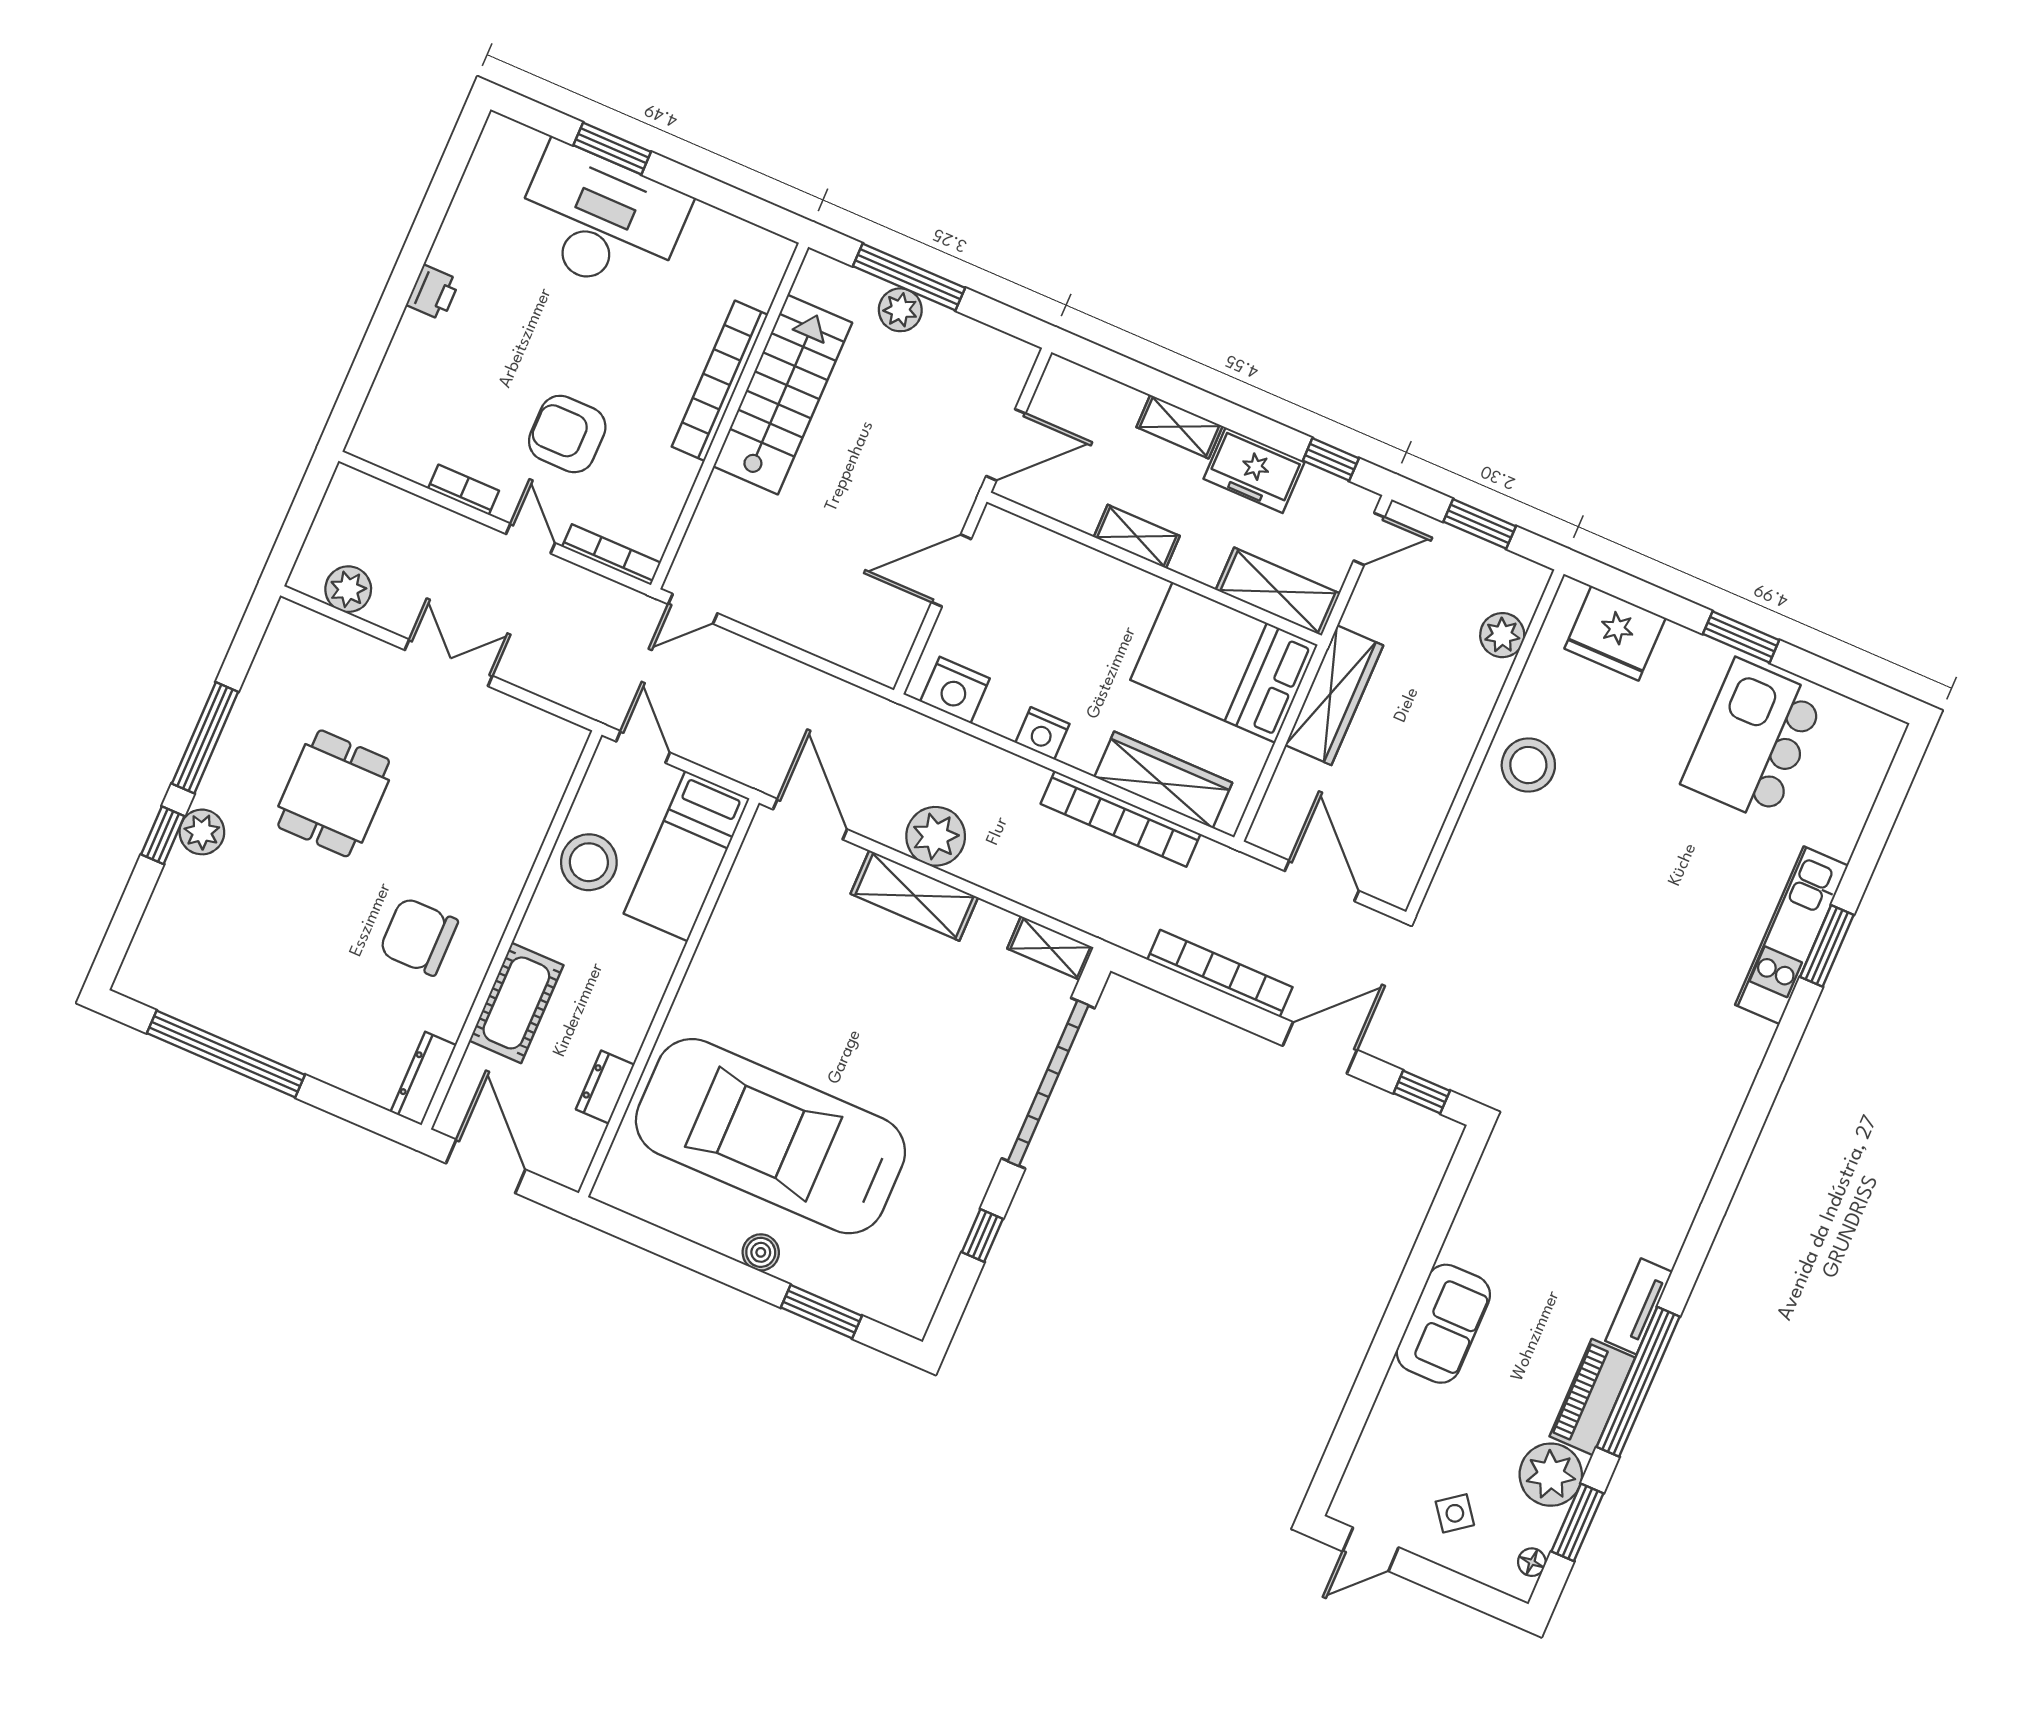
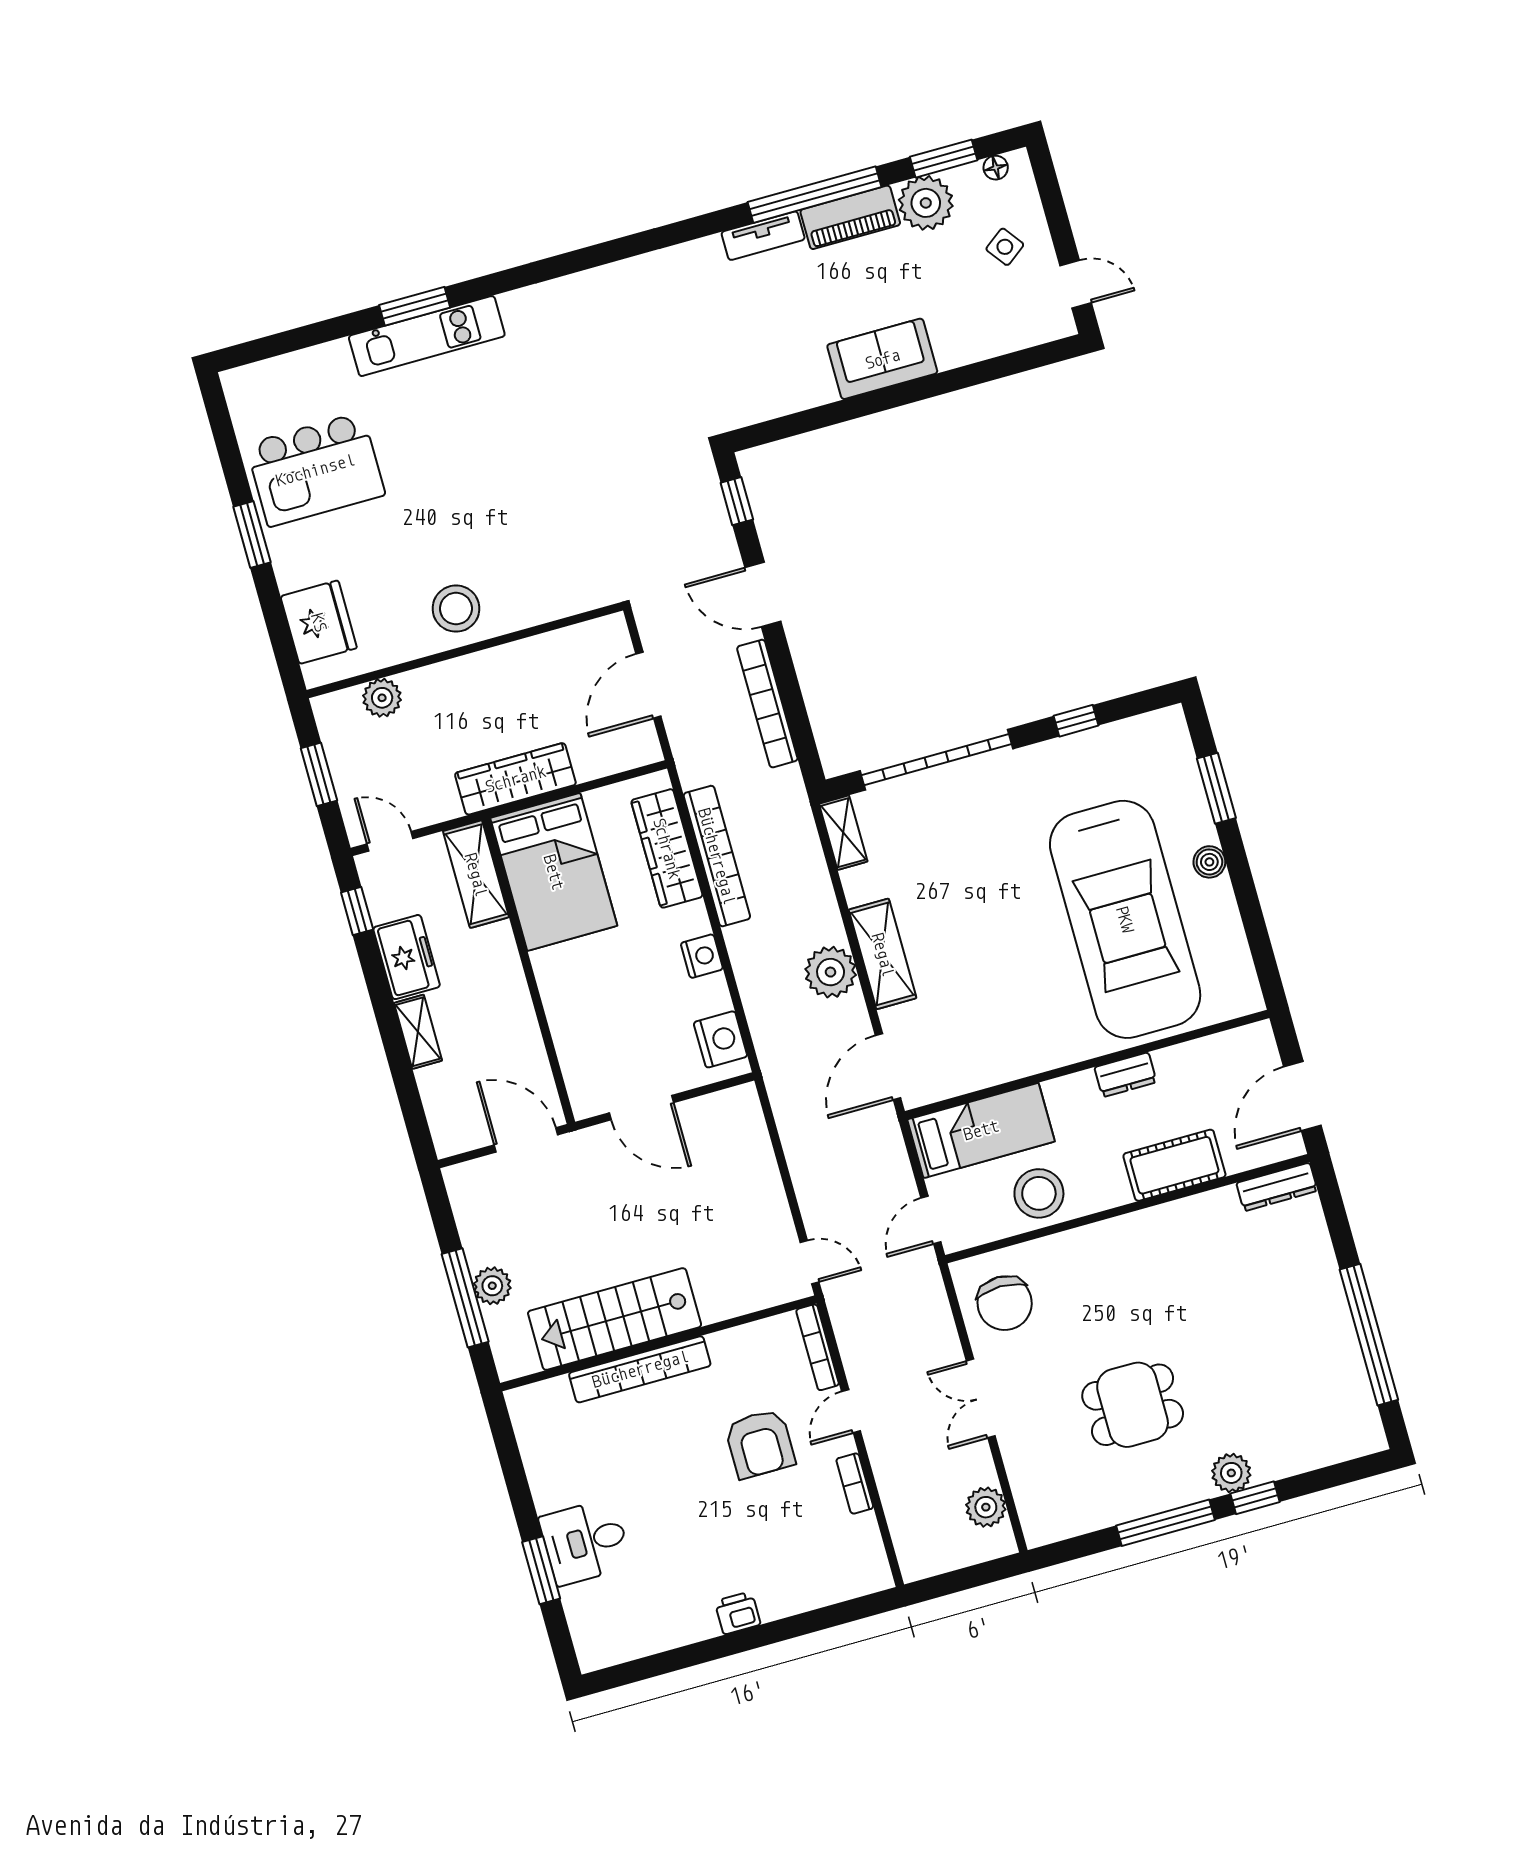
desk: (600, 221) -> (585, 1542), width x0.53, depth x0.77
shelving: (1137, 536) -> (516, 1000), removed
chair: (419, 936) -> (1005, 1303), moved
dresser: (605, 1087) -> (1125, 1075), moved

